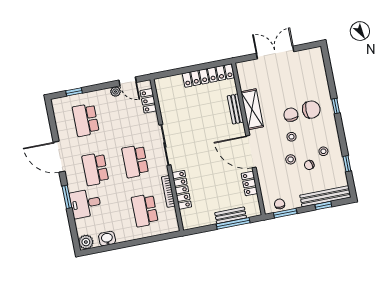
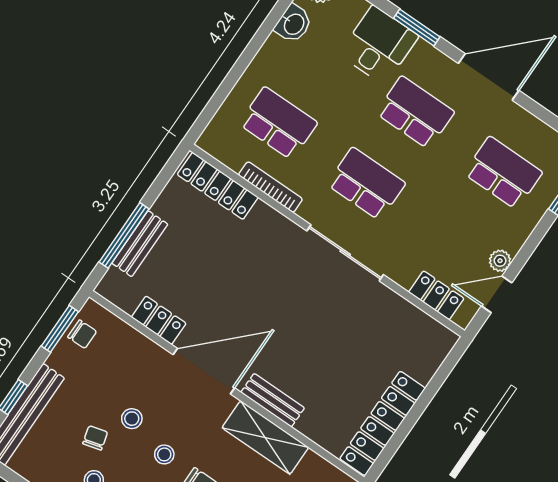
bench: (235, 109) -> (273, 400), moved
locker: (182, 190) -> (218, 186), moved

